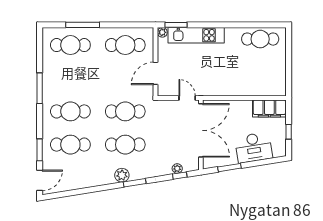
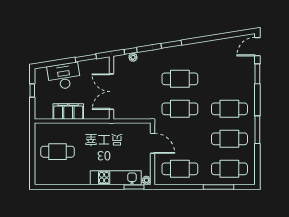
cafe table: (260, 39) -> (58, 152), moved
door: (156, 73) -> (153, 143), hinge flipped
door: (187, 98) -> (124, 121), removed
filing cabinet: (269, 108) -> (68, 111), moved
double door: (201, 130) -> (112, 92), width x0.73
cafe table: (70, 145) -> (229, 139), moved
plant: (122, 175) -> (183, 51), removed

